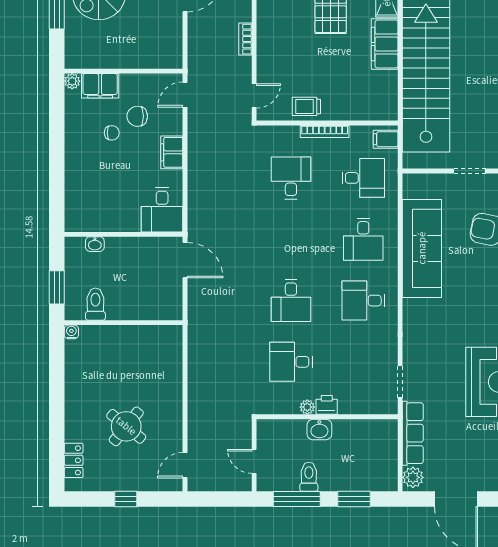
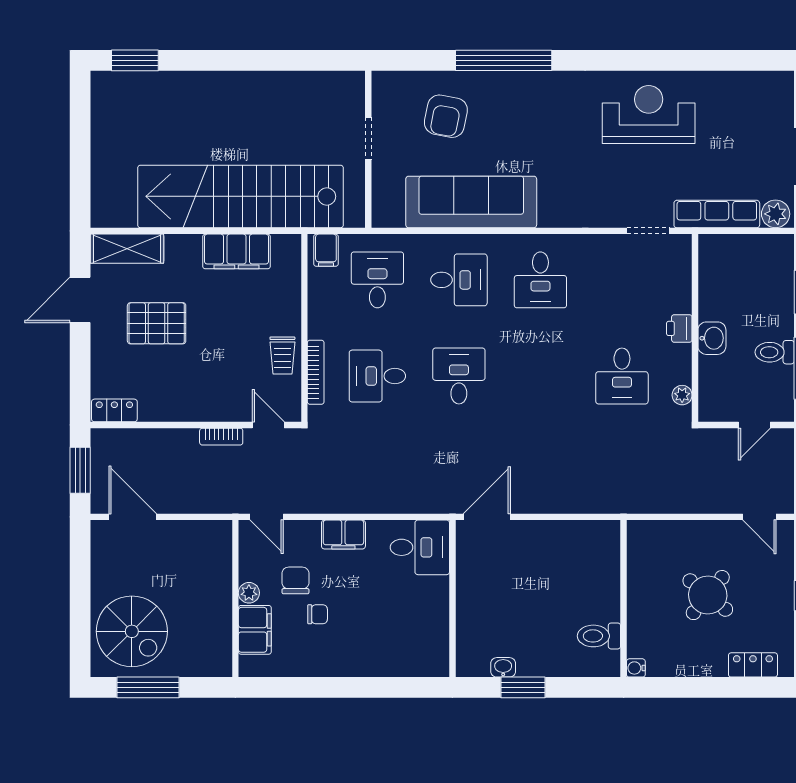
bookcase: (245, 39) -> (221, 437), moved
filing cabinet: (385, 44) -> (237, 251), moved
plant: (72, 81) -> (249, 593), moved
chair: (137, 116) -> (295, 580), turned 180
bookcase: (325, 131) -> (316, 372), moved
chair: (112, 133) -> (318, 614), turned 90
washbasin: (95, 244) -> (503, 667), moved, turned -90
desk: (291, 301) -> (459, 376), moved, turned -90
toilet: (95, 304) -> (599, 636), moved
wall: (124, 323) -> (624, 599), moved
water cooler: (71, 332) -> (636, 668), moved
plant: (307, 407) -> (682, 395), moved

